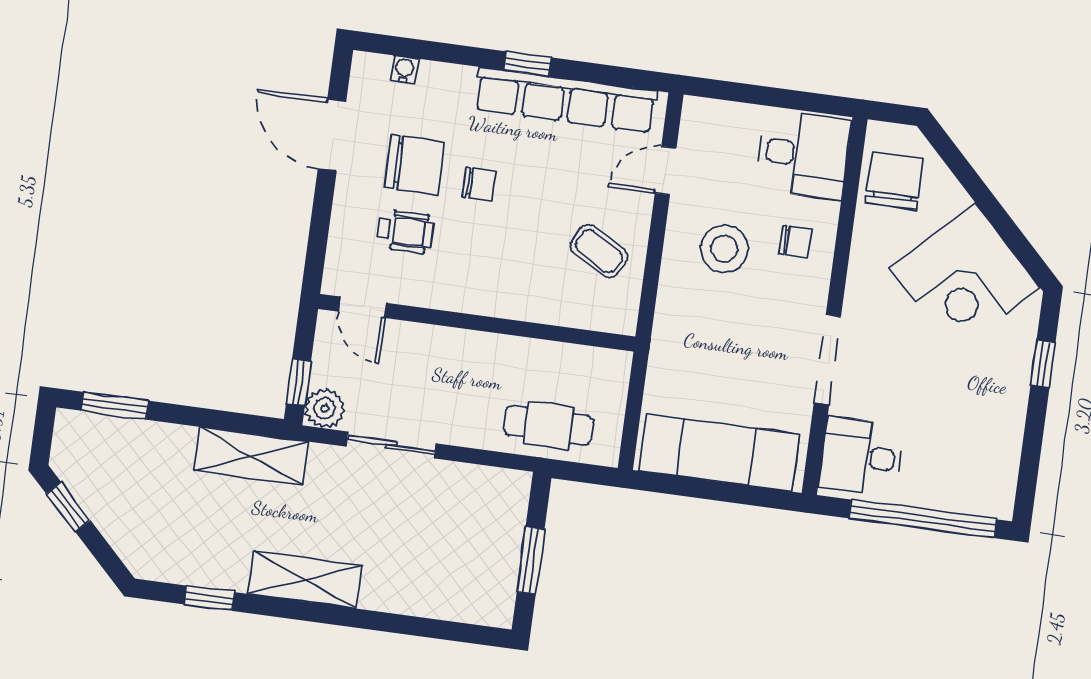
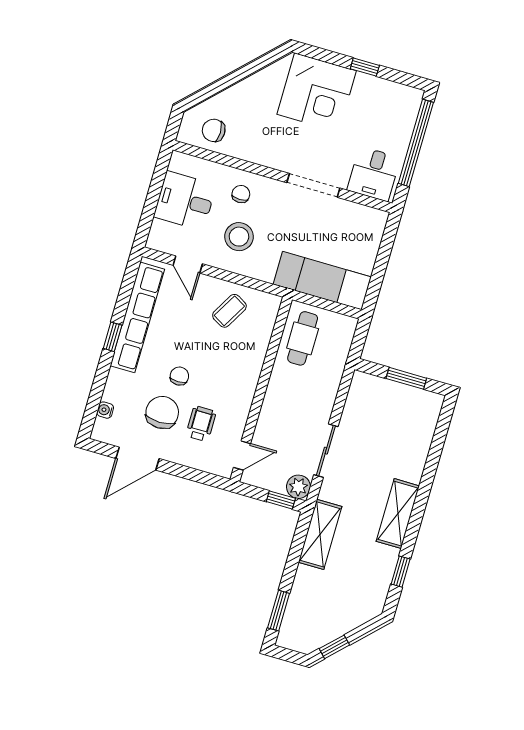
desk: (803, 154) -> (185, 201), moved, turned -90
chair: (894, 181) -> (214, 130), width x0.73, depth x0.73
corner desk: (965, 278) -> (317, 92), moved, turned 45
window: (1043, 364) -> (365, 67), moved
cafe table: (549, 425) -> (303, 338), moved
exam couch: (719, 453) -> (322, 281), moved, turned 90

